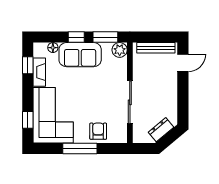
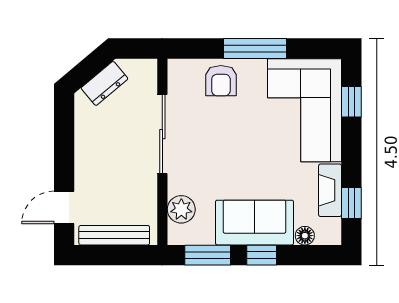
plant: (120, 50) -> (181, 209), moved

